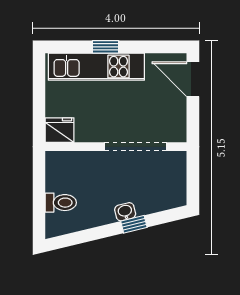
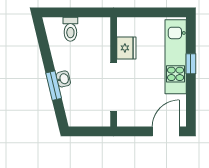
fridge: (60, 130) -> (126, 48), moved
window: (134, 224) -> (54, 86), width x1.50

